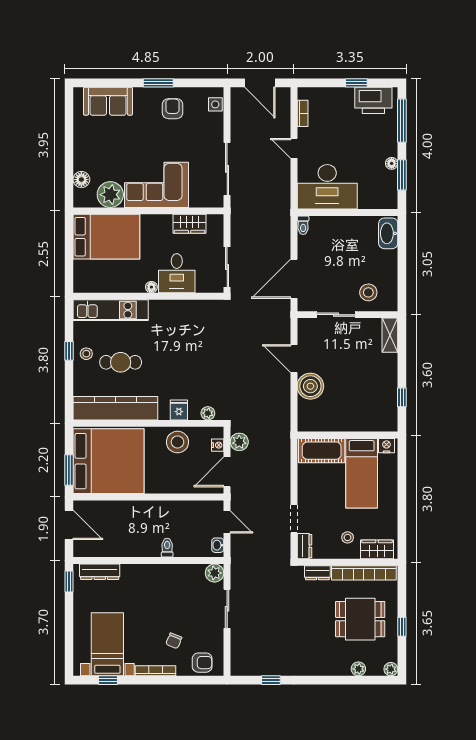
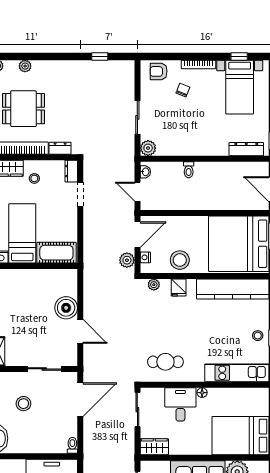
wardrobe: (190, 224) -> (154, 447), moved
stool: (368, 292) -> (23, 404), moved
cafe table: (121, 362) -> (165, 362), moved

